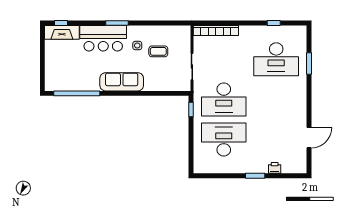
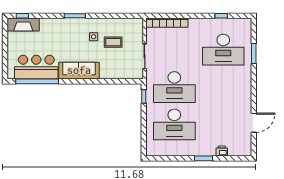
bar counter: (103, 38) -> (36, 67), moved, turned 180
desk: (224, 140) -> (174, 124), turned 180

